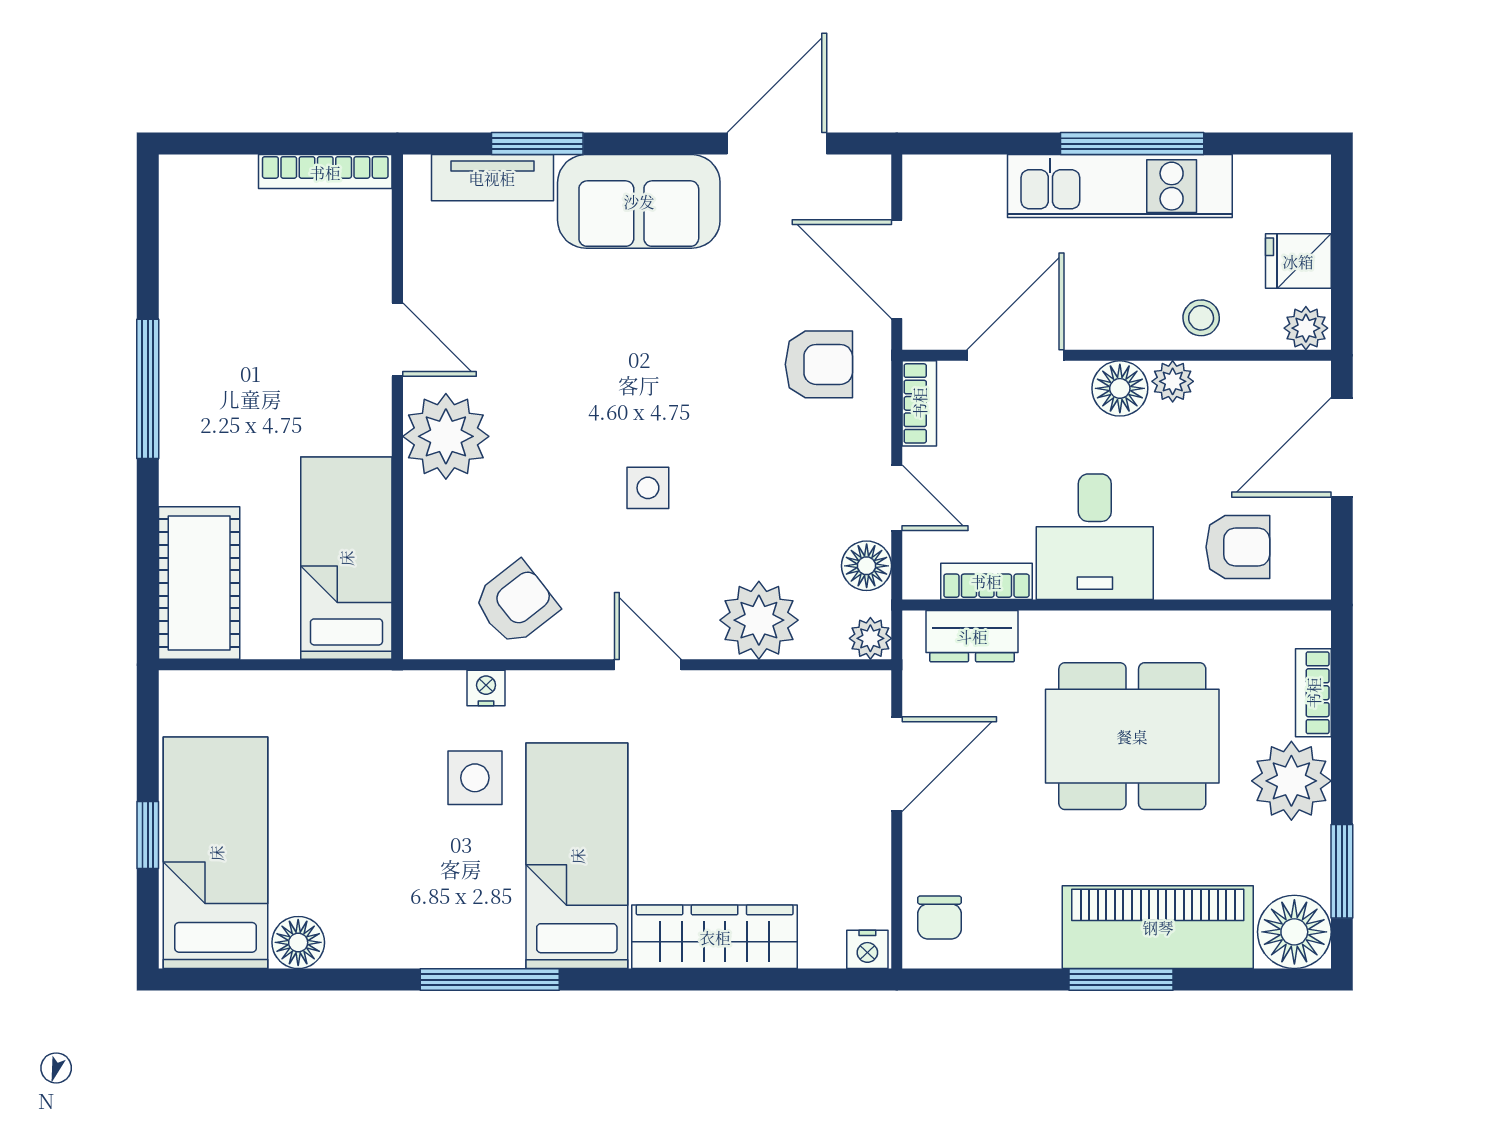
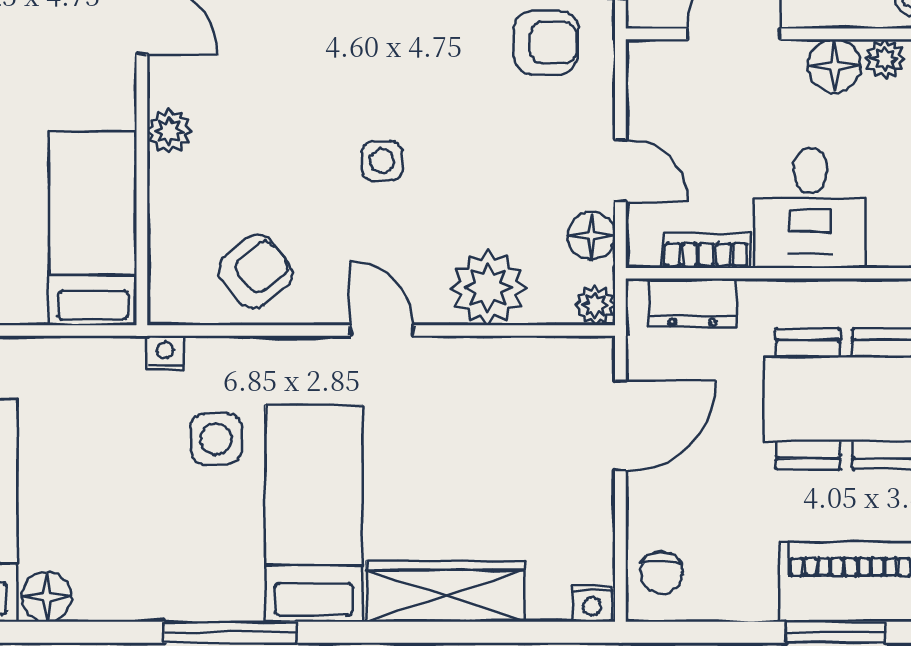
bookcase: (919, 403) -> (642, 80), removed
plant: (446, 436) -> (169, 131), width x0.53, depth x0.53
nightstand: (486, 688) -> (165, 353), moved

